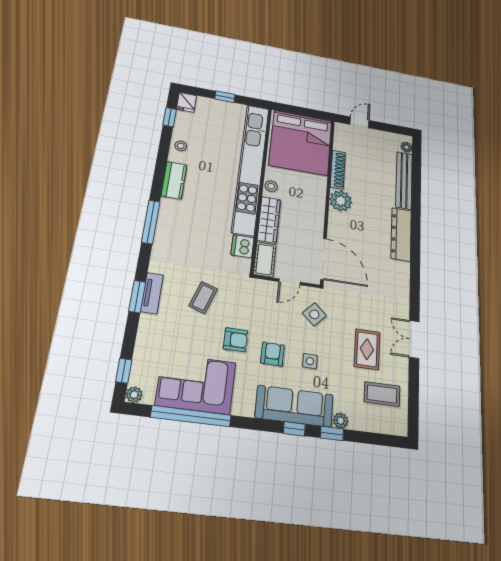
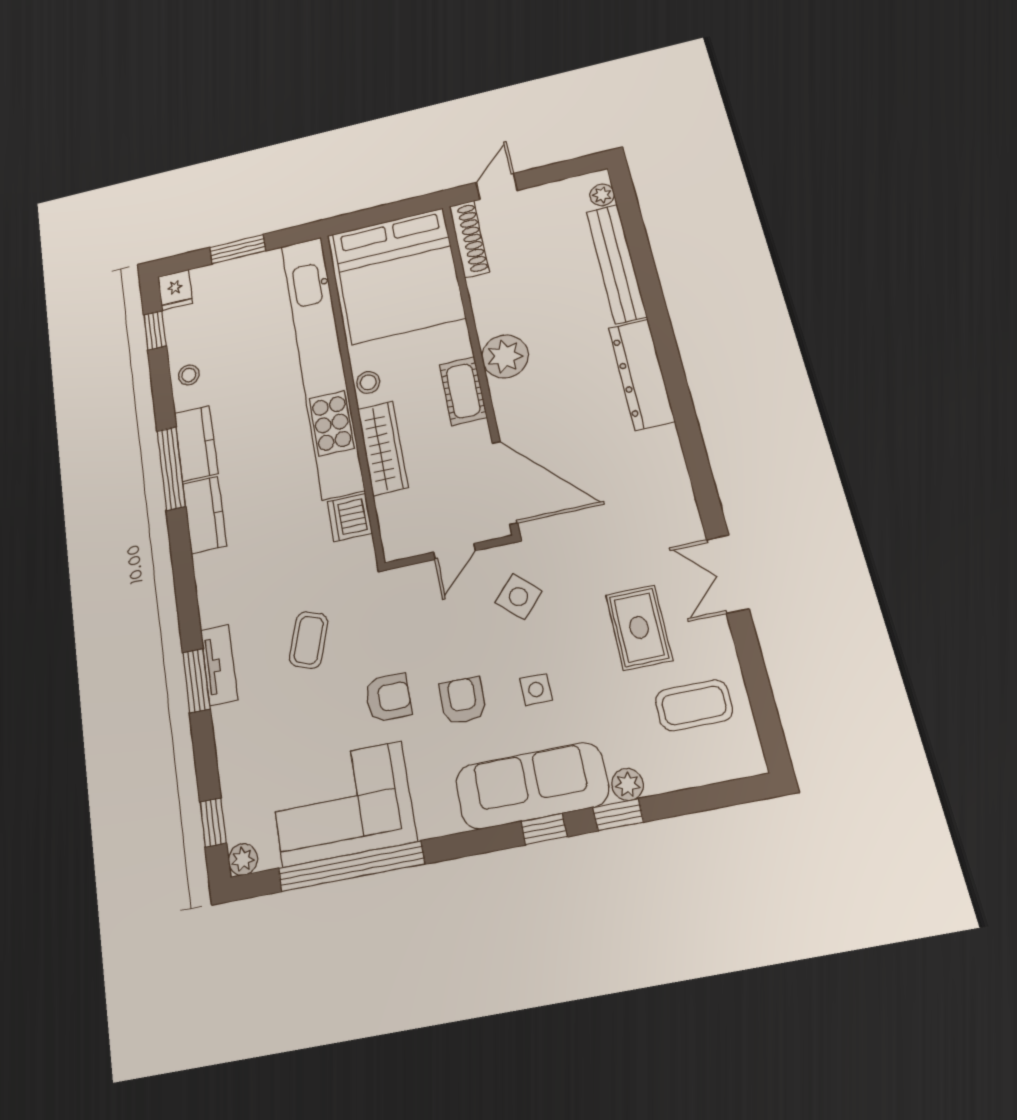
window: (225, 97) -> (238, 249), width x1.50
shoe rack: (338, 170) -> (469, 239), moved
kitchen counter: (168, 217) -> (205, 515), added
window: (151, 222) -> (171, 468), moved
cot: (265, 259) -> (463, 391), moved

